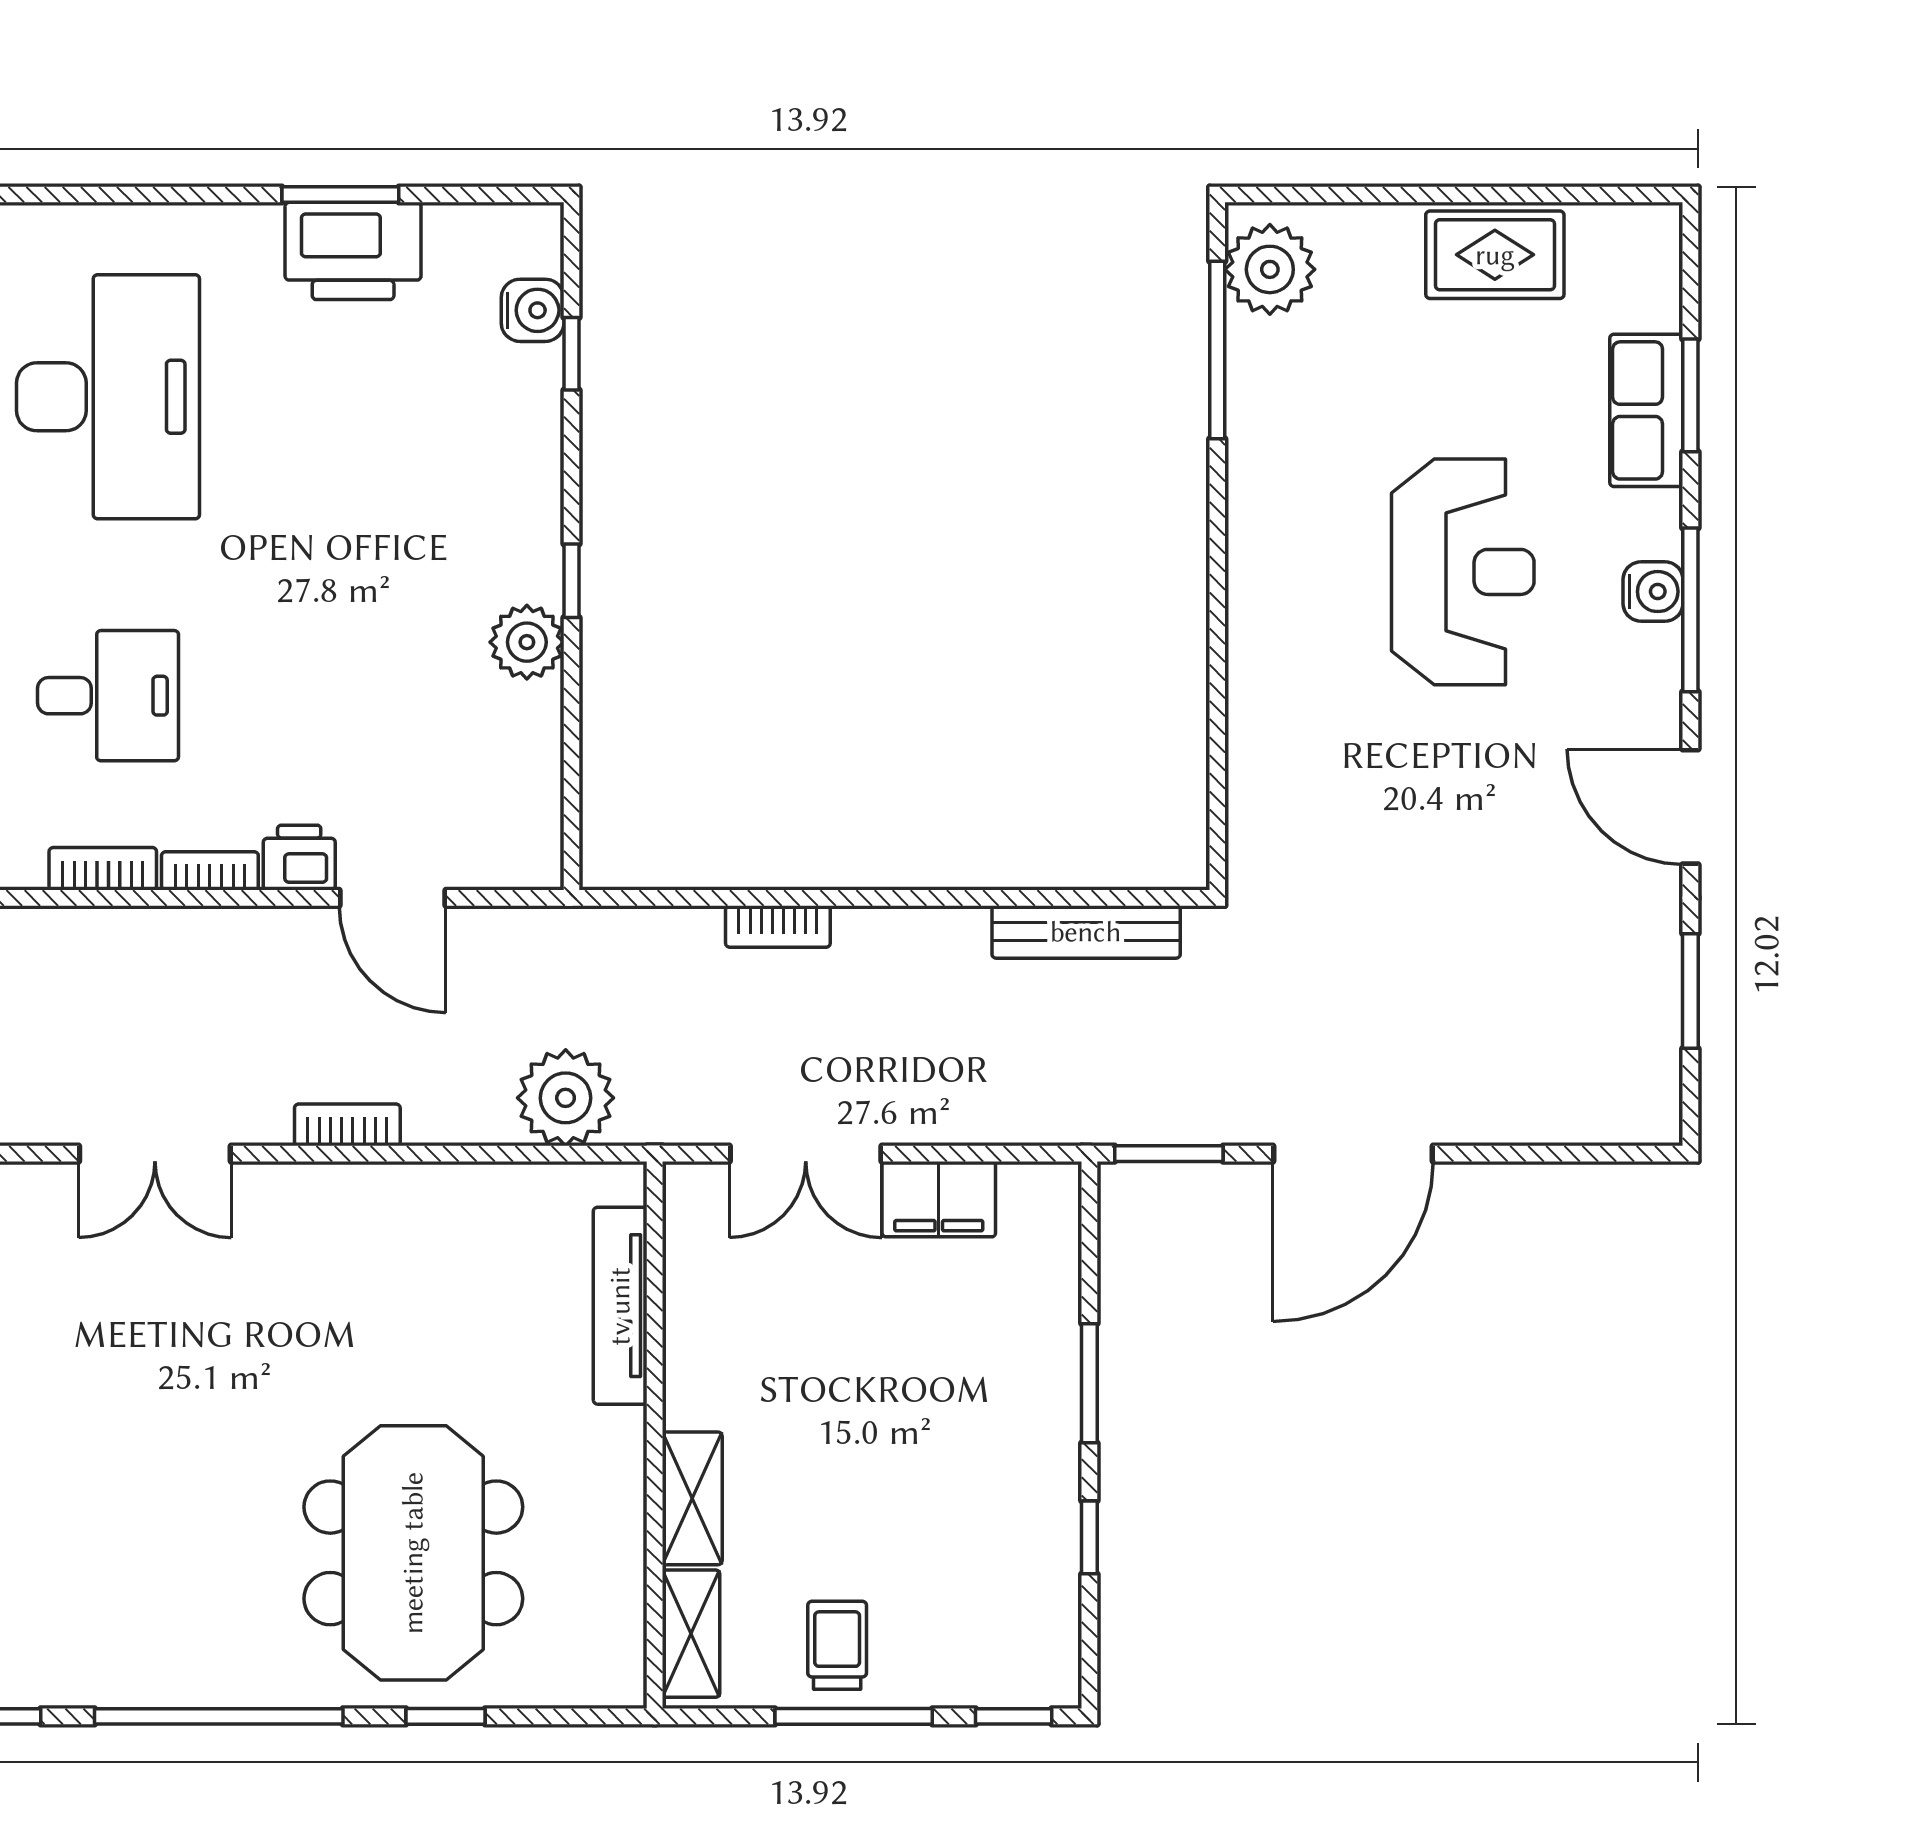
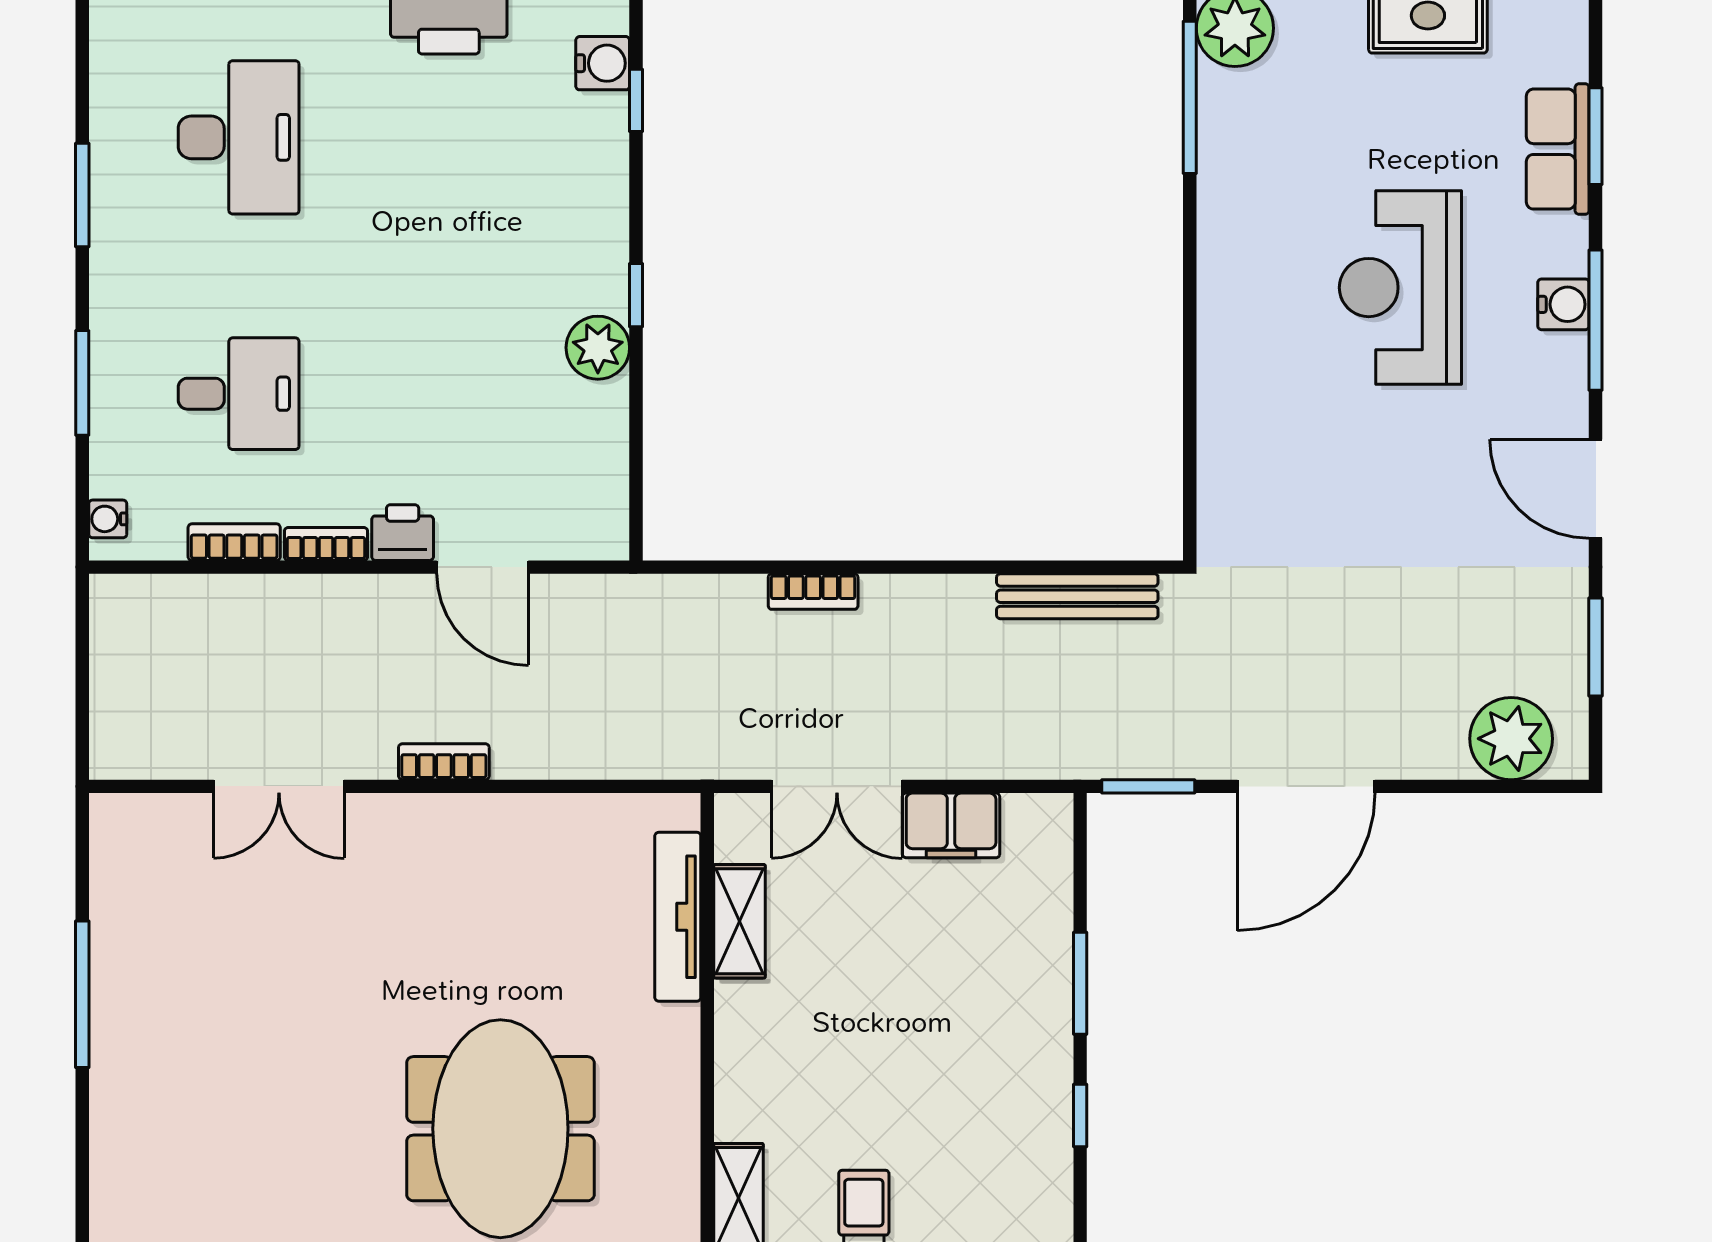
desk: (108, 397) -> (239, 137), width x0.73, depth x0.77
reception desk: (1463, 572) -> (1400, 288), turned 180
plant: (566, 1098) -> (1511, 739), moved
shelving: (692, 1498) -> (740, 921), moved

